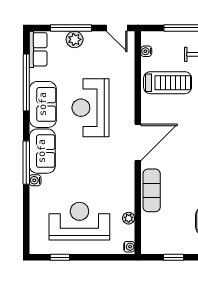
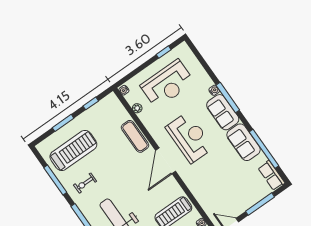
plant: (75, 39) -> (253, 198), removed
reception desk: (90, 108) -> (189, 138), moved

